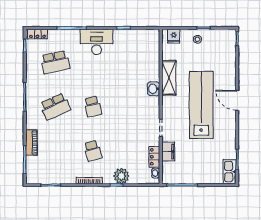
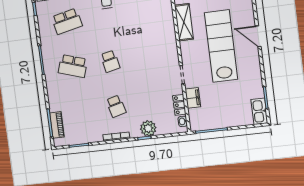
washbasin: (154, 89) -> (170, 35), removed
school desk: (55, 106) -> (73, 66), turned 42
piano: (32, 143) -> (57, 125), moved

